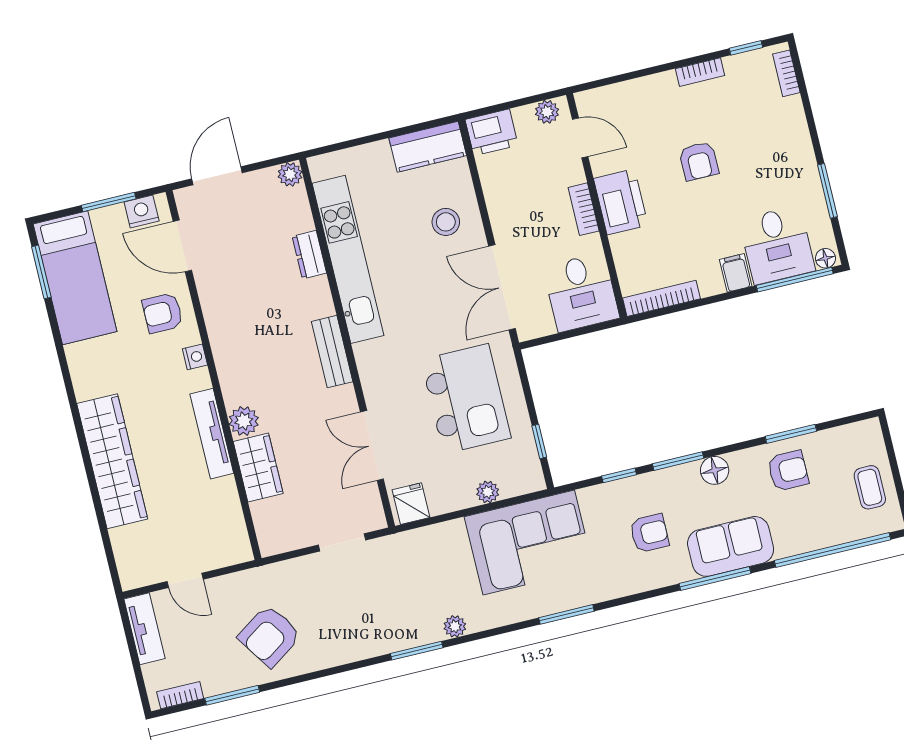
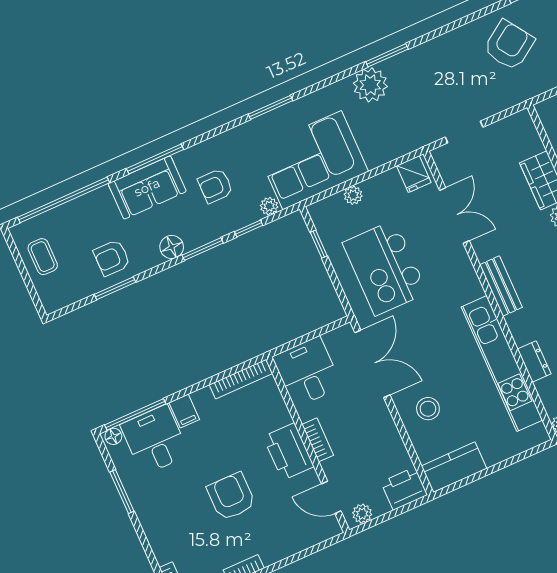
armchair: (699, 161) -> (231, 496), width x1.38, depth x1.38
plant: (590, 497) -> (269, 206), added
plant: (455, 626) -> (370, 85), width x1.88, depth x1.88

